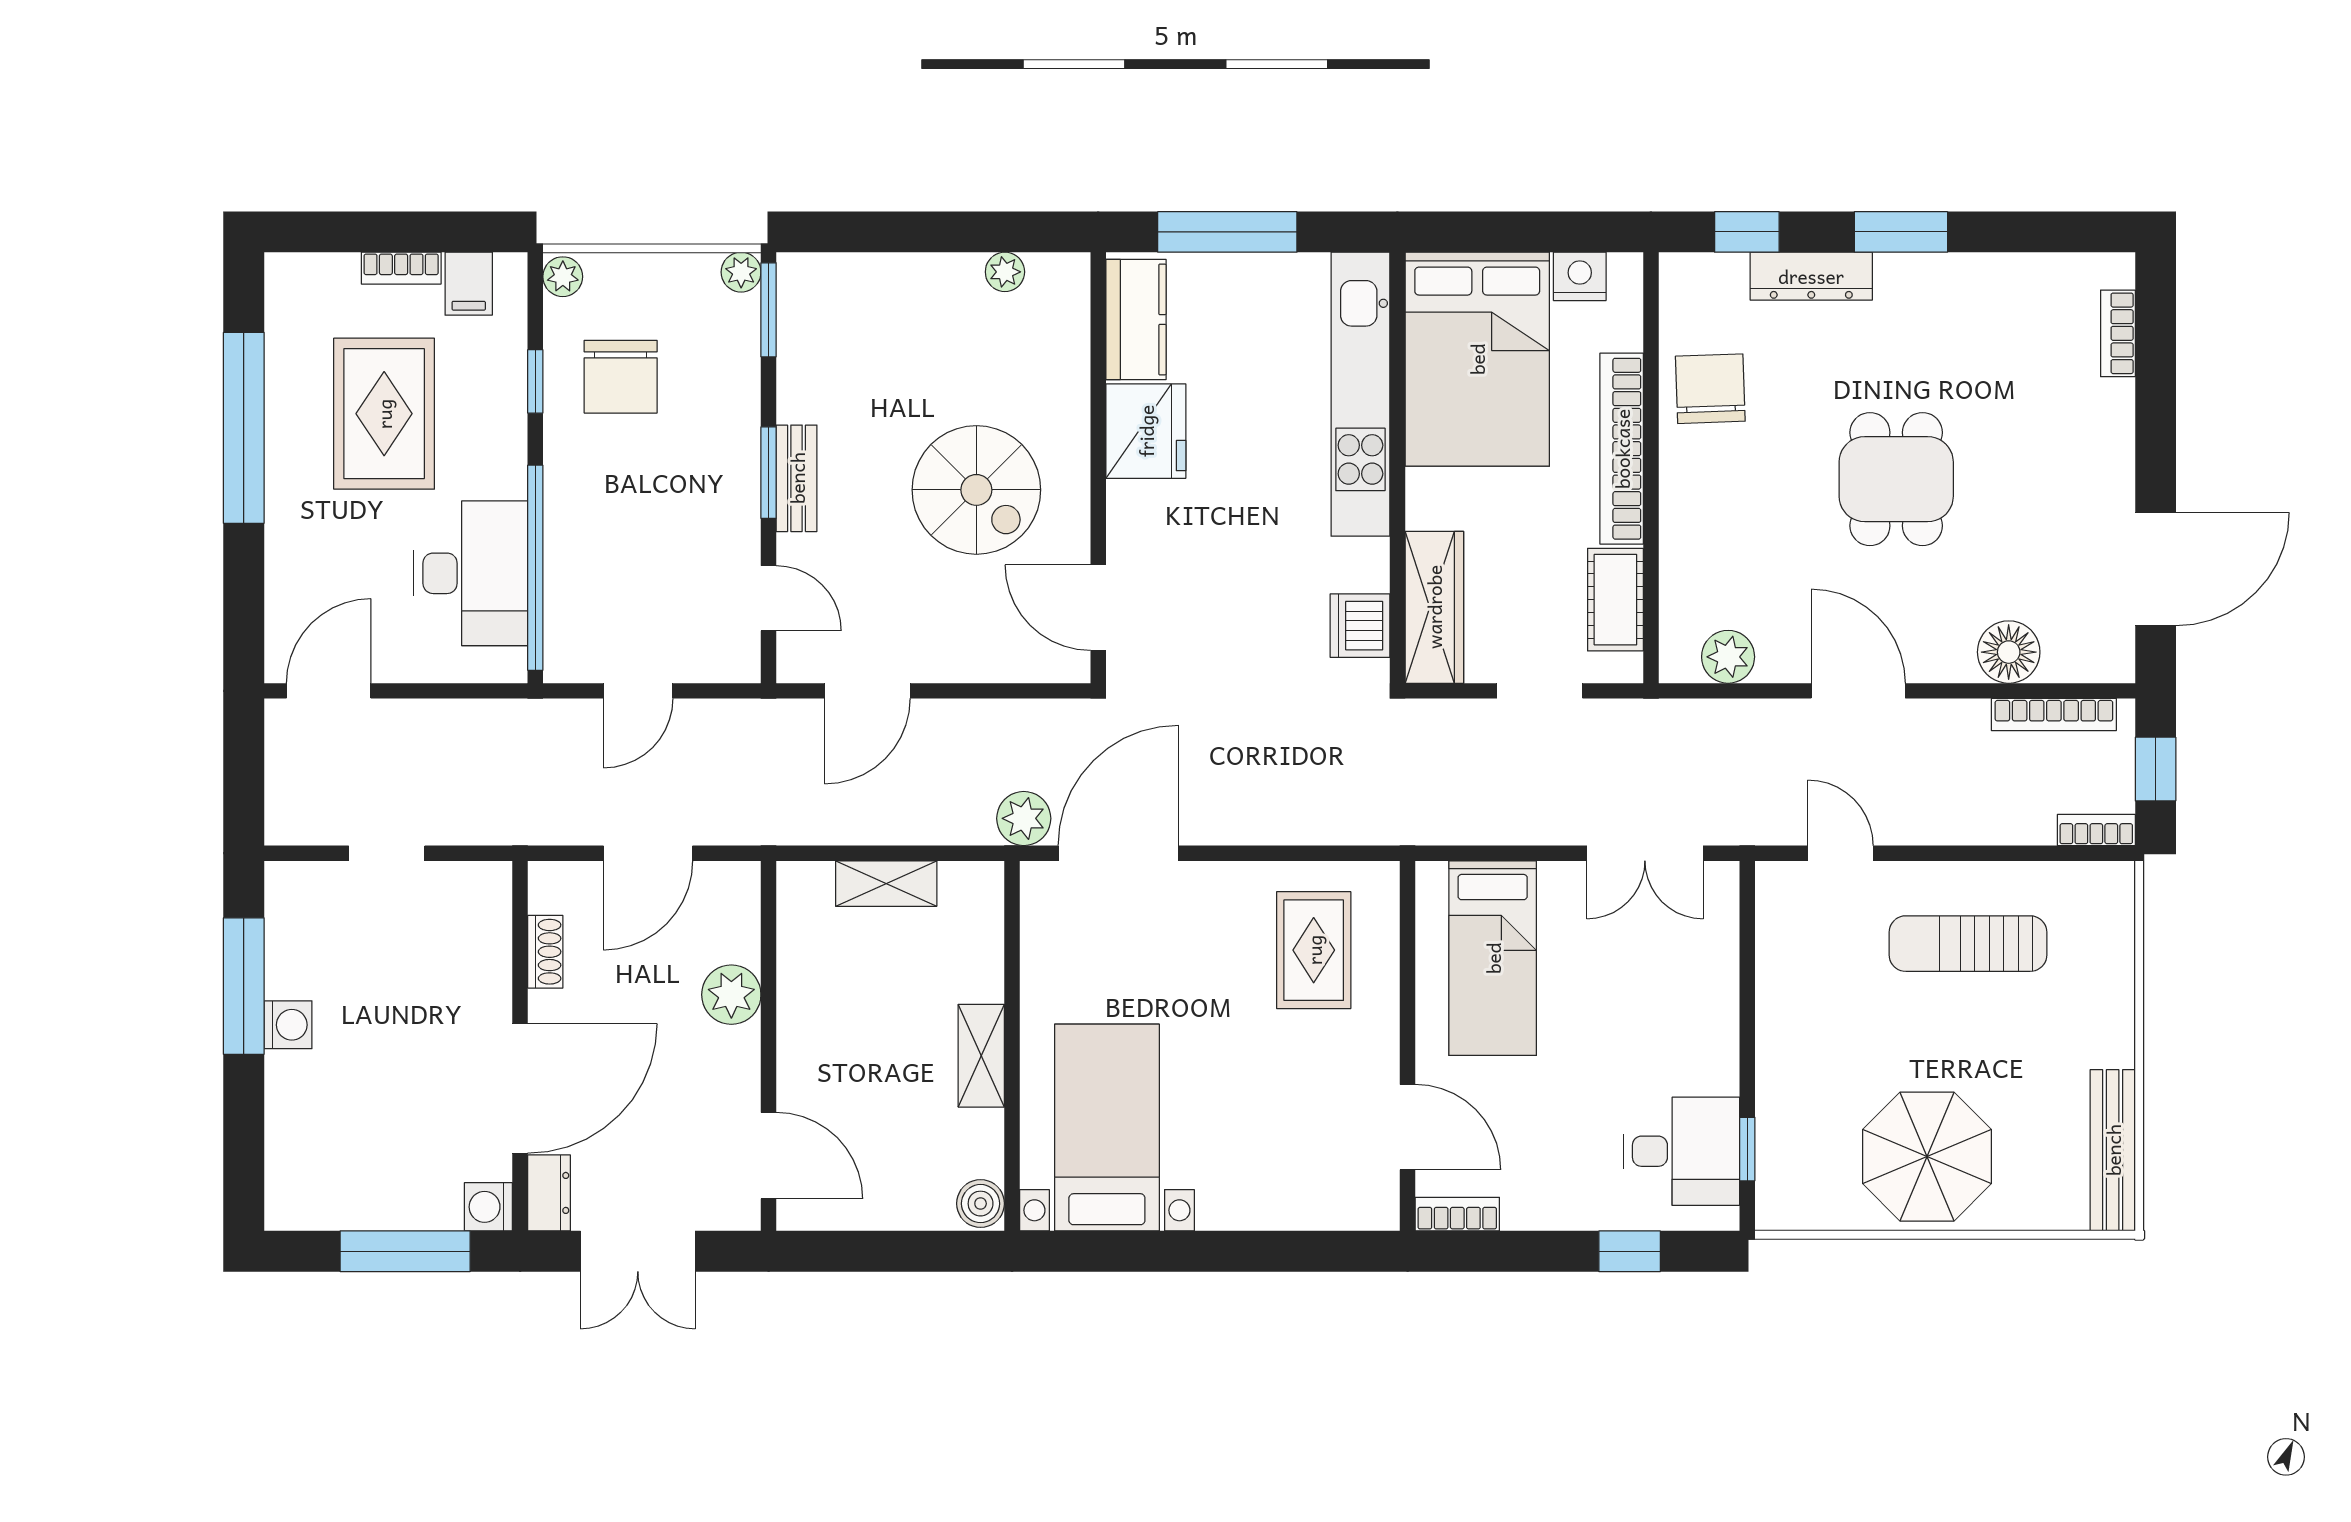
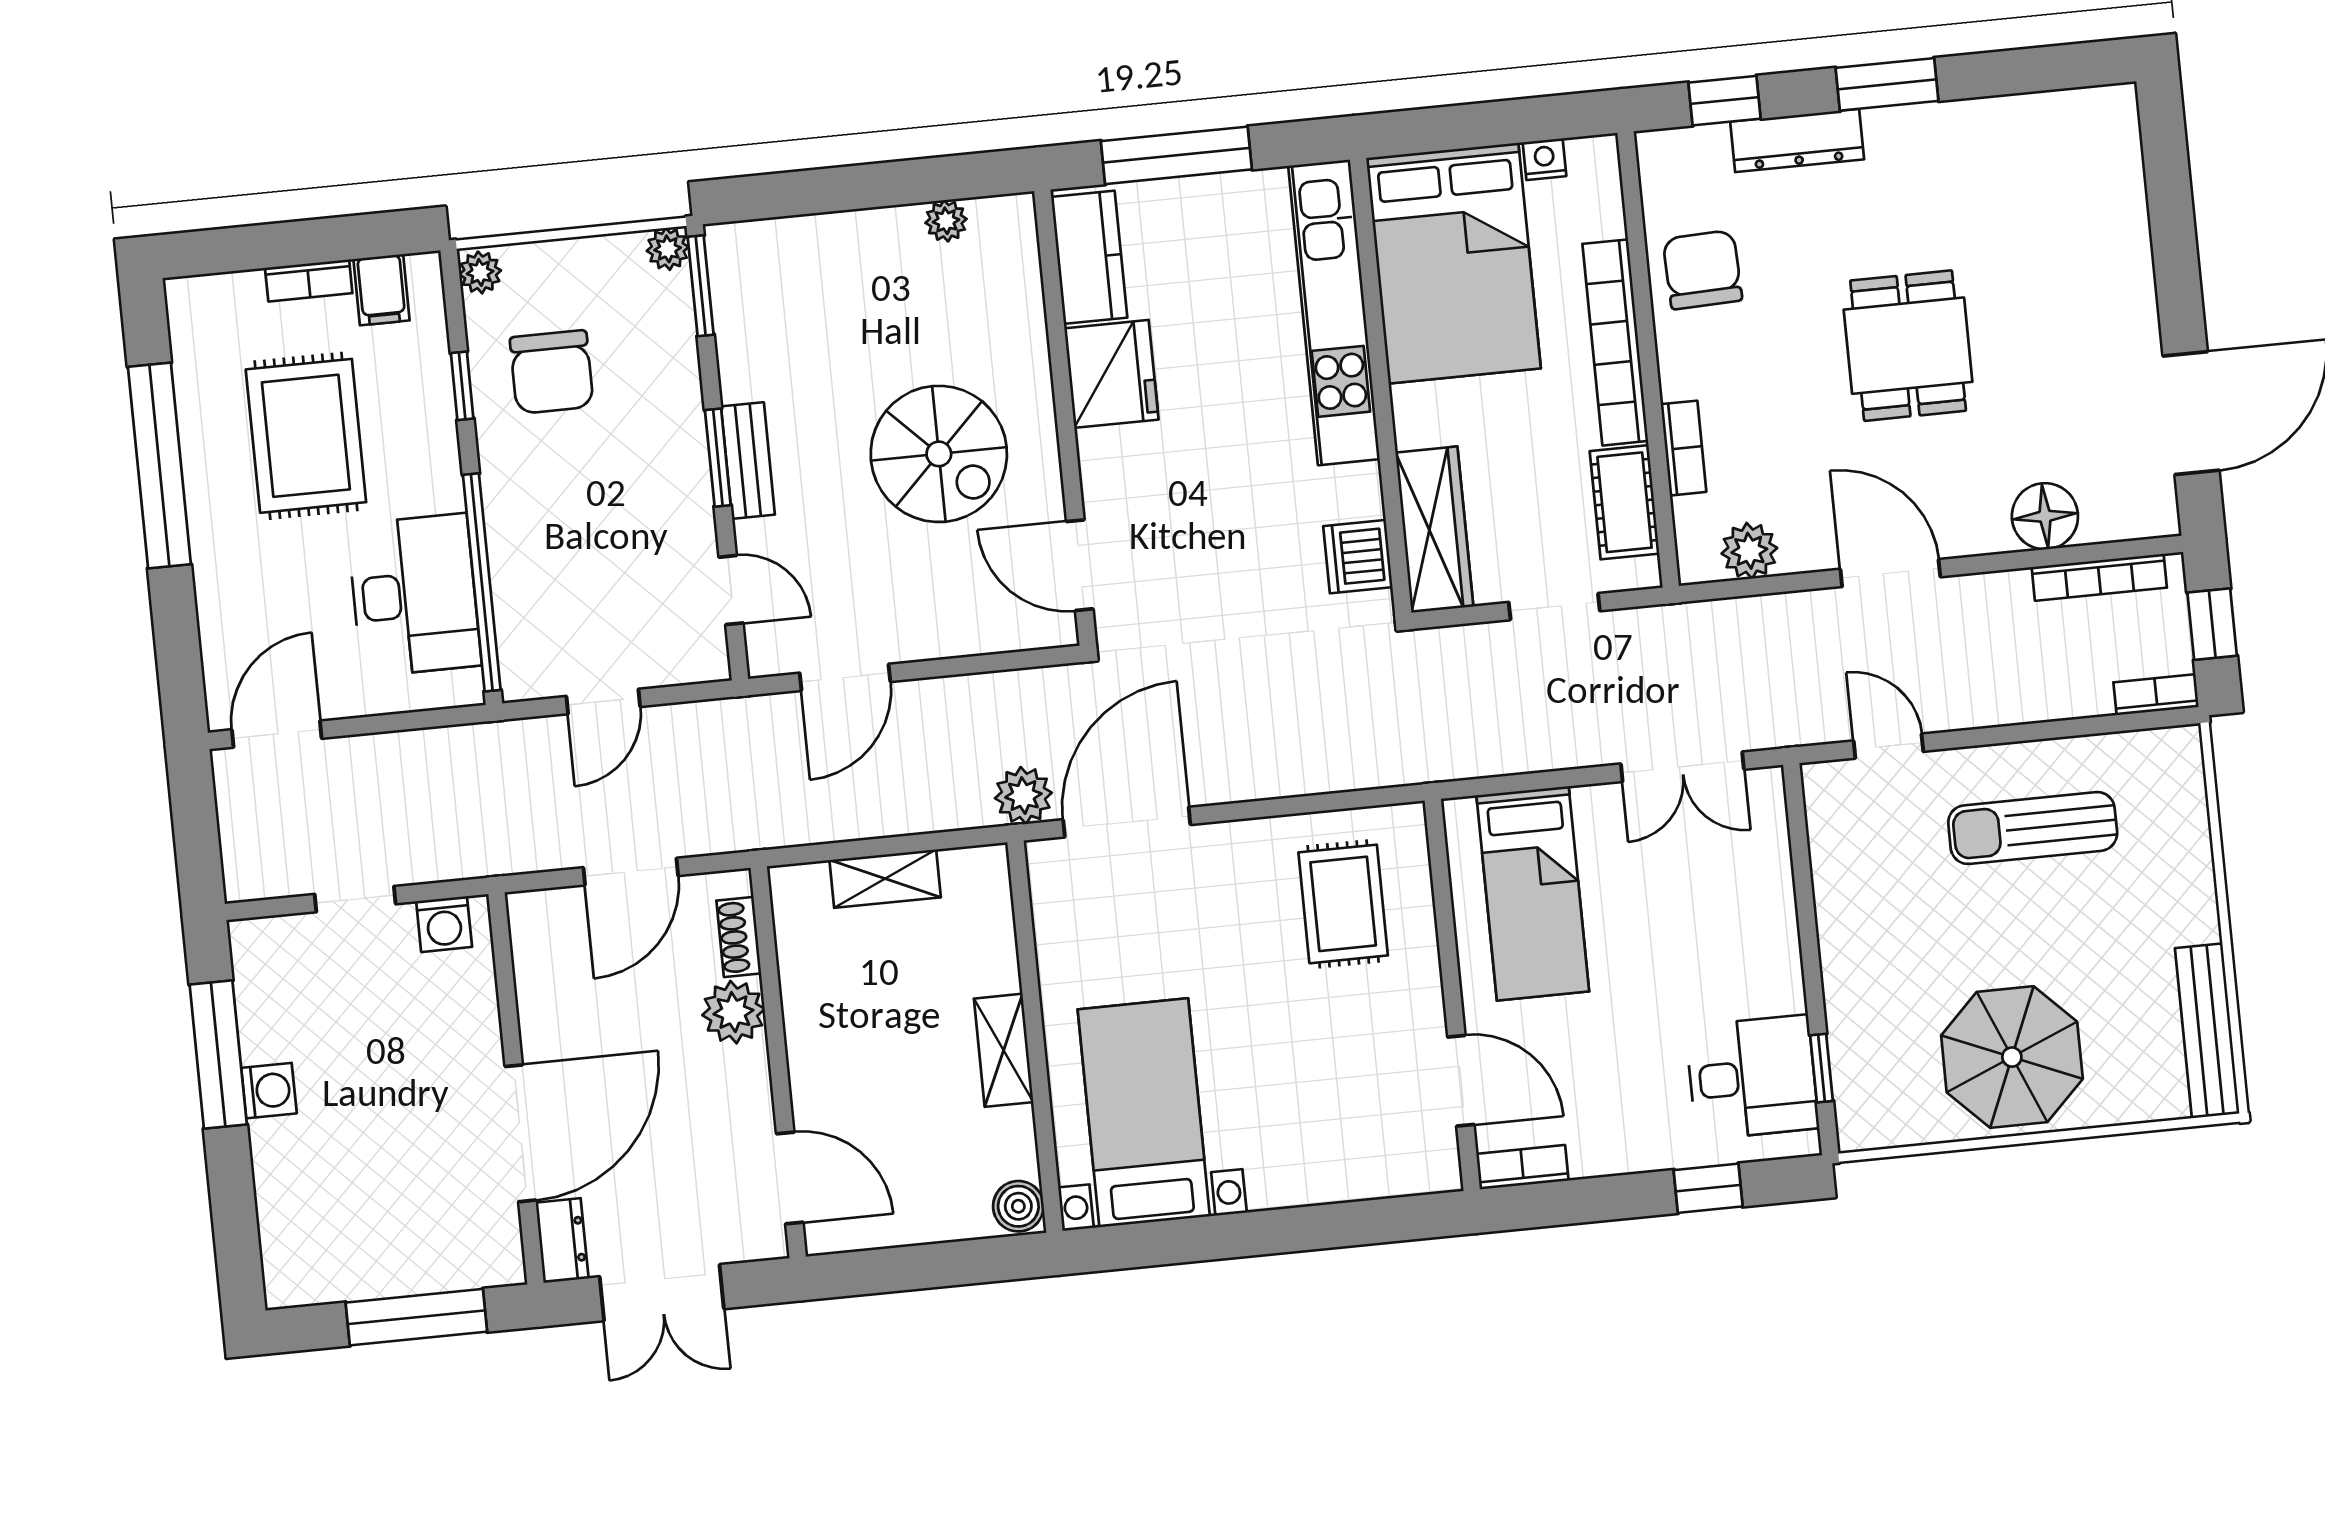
nightstand: (1580, 276) -> (1544, 159), width x0.72, depth x0.74
bookcase: (2118, 333) -> (1684, 448), moved, turned 180
shoe rack: (545, 952) -> (739, 937), moved, turned 180
washing machine: (488, 1207) -> (444, 924), moved, turned -90

